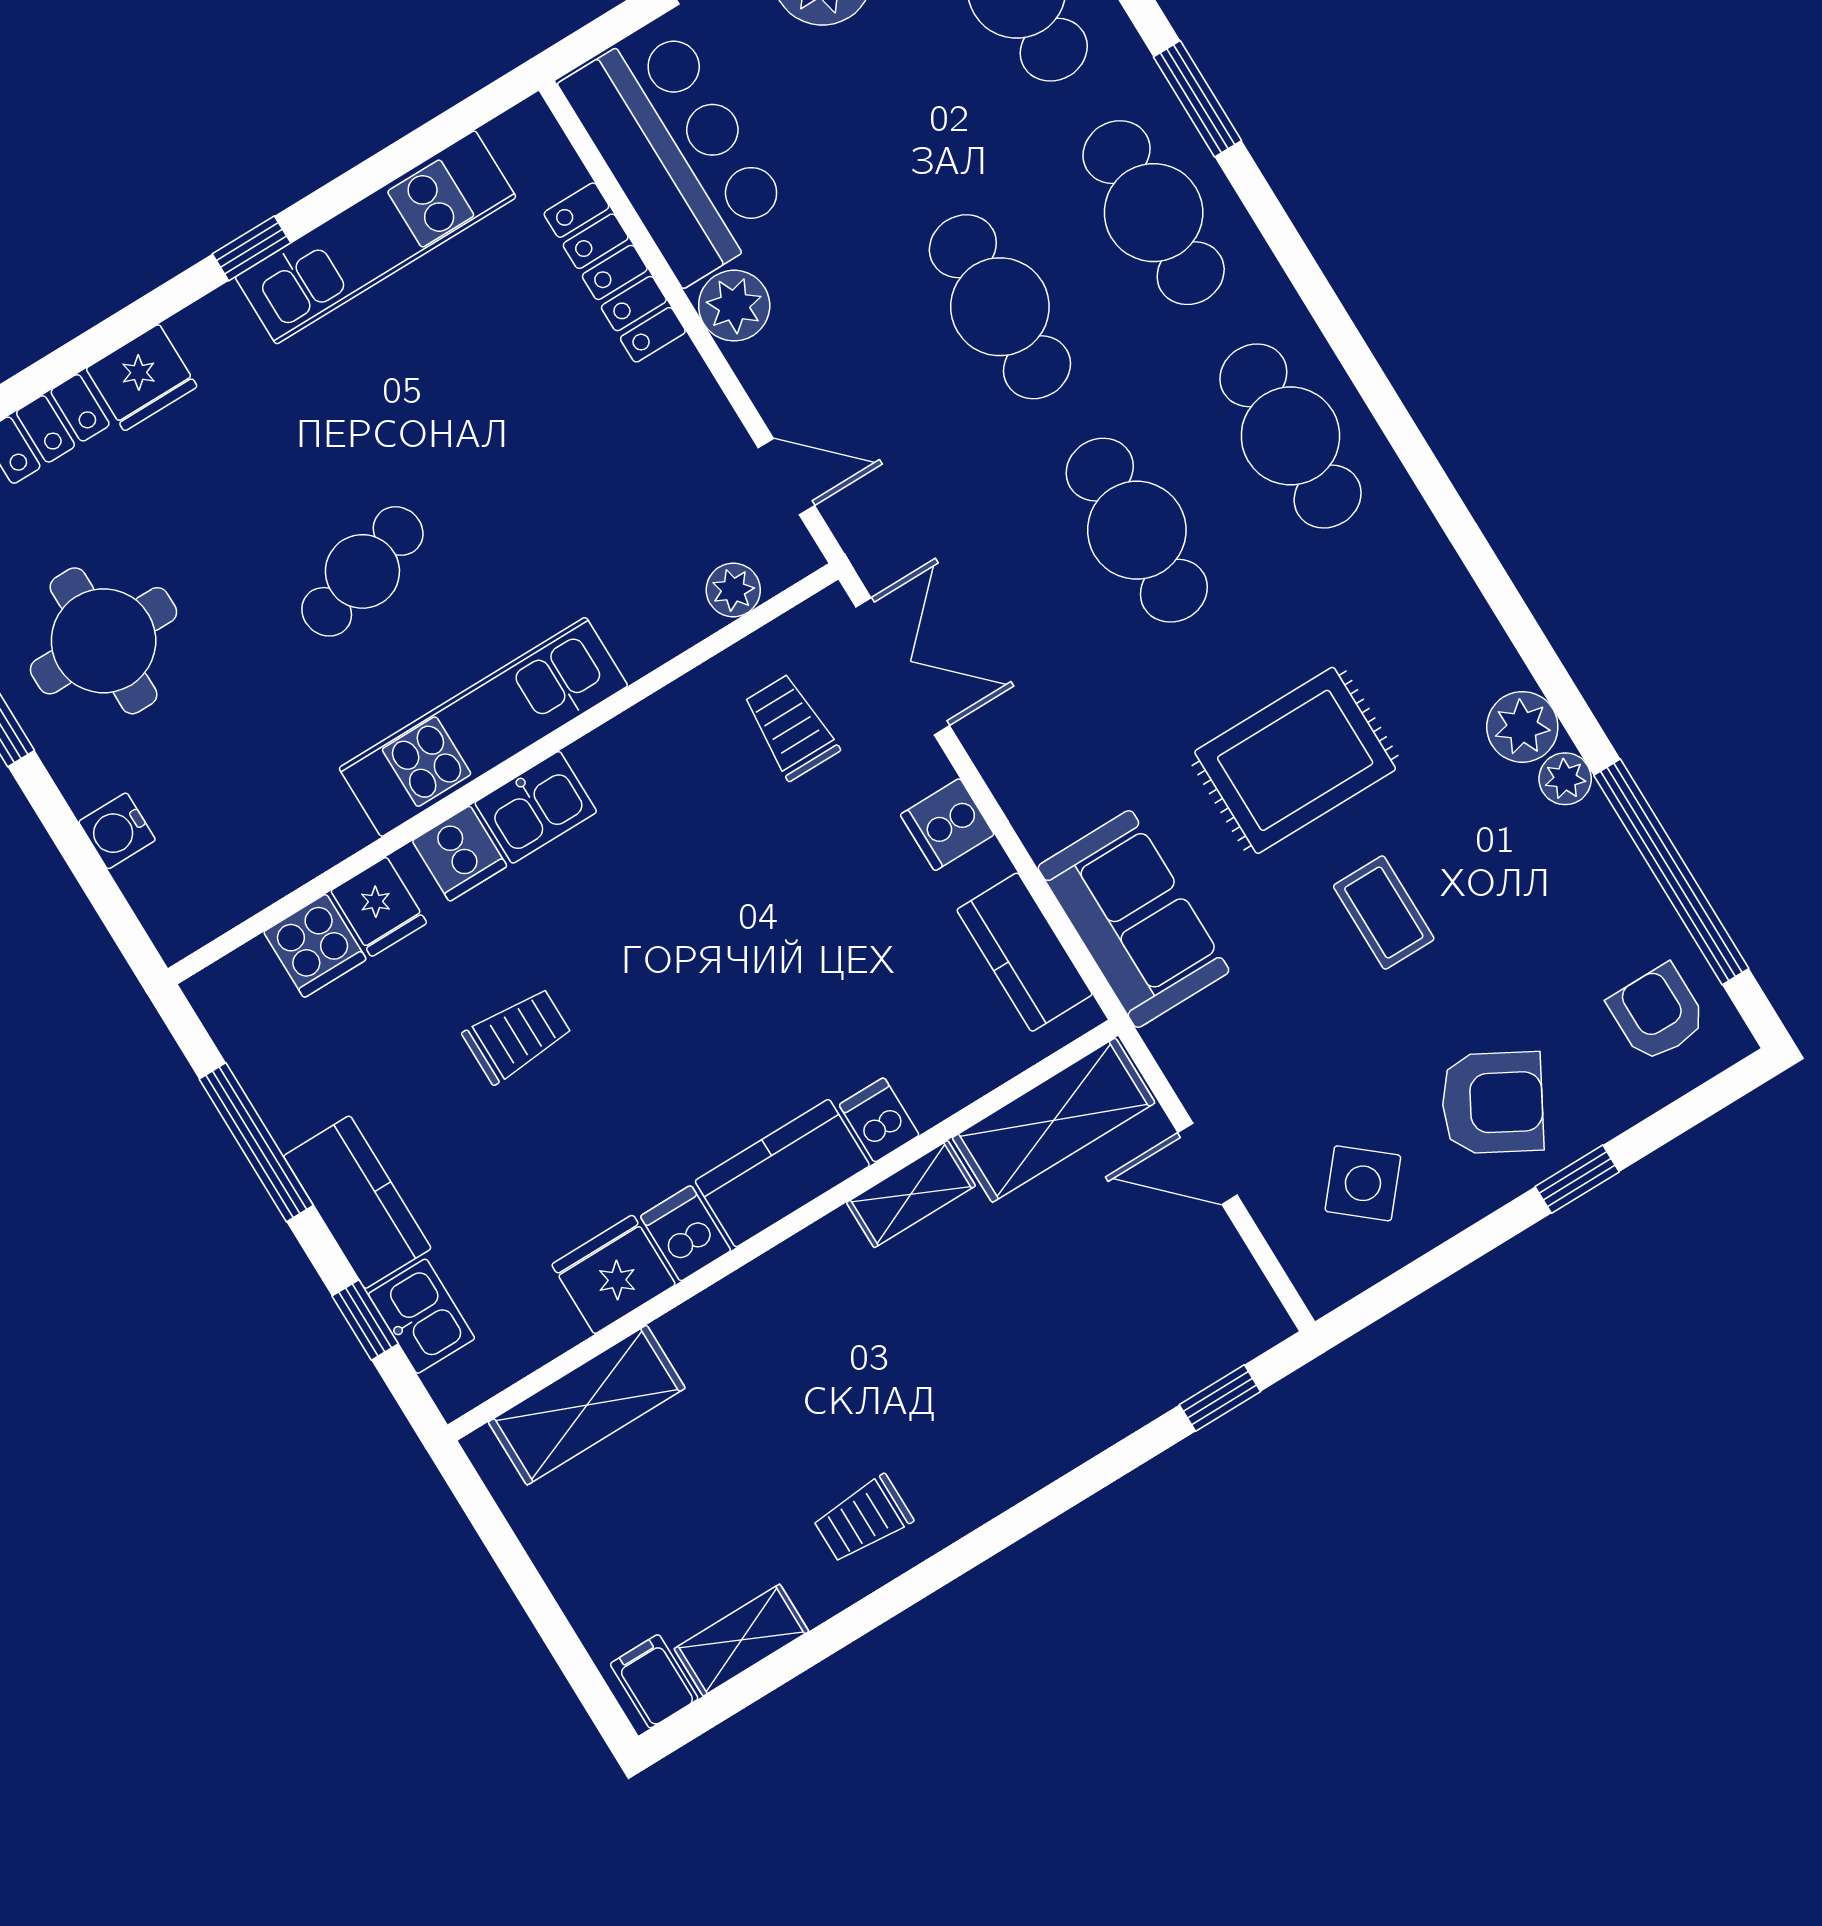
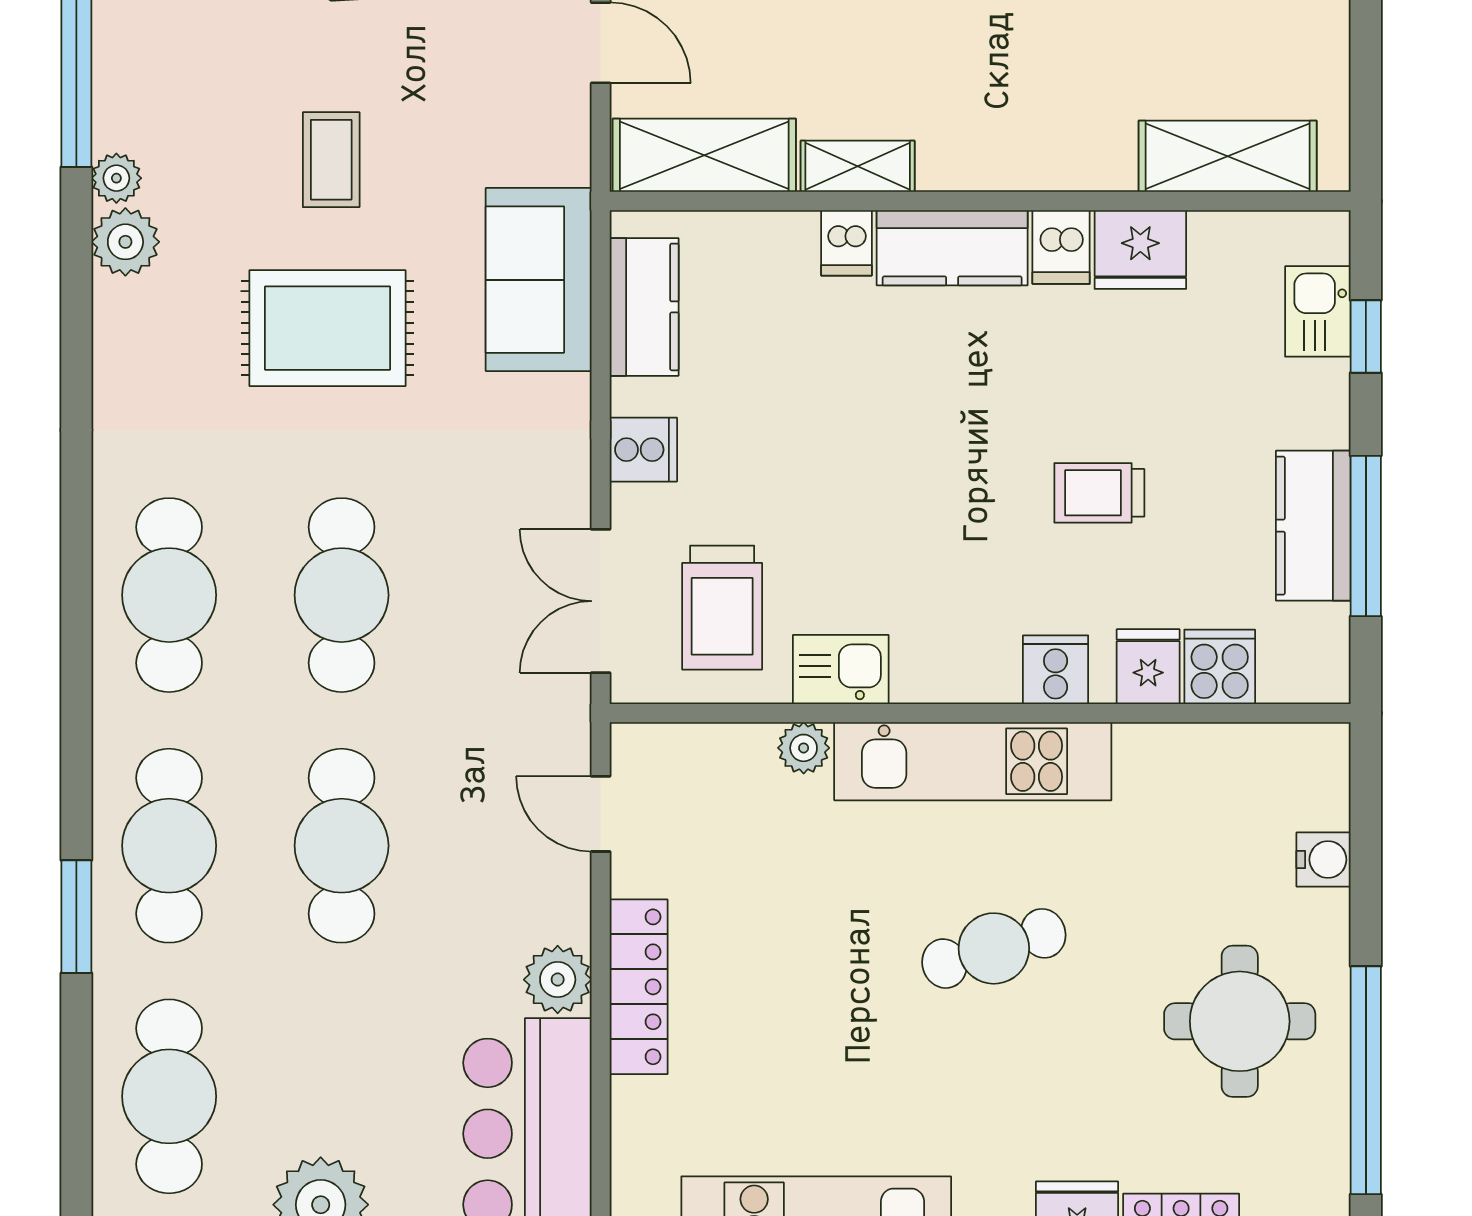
locker: (615, 272) -> (639, 987), moved
plant: (733, 590) -> (804, 748), moved
trolley: (791, 727) -> (722, 608), width x1.36, depth x1.39
kitchen sink: (536, 807) -> (841, 669), moved
kitchen counter: (357, 1202) -> (1313, 526), moved

